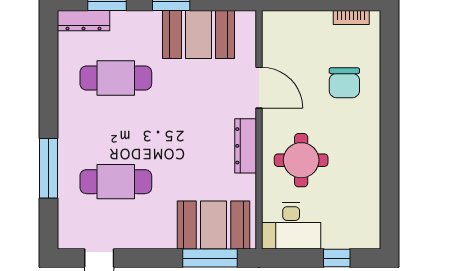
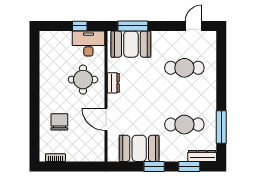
dresser: (246, 146) -> (113, 83), width x0.70
window: (49, 168) -> (221, 127), moved
window: (337, 258) -> (80, 26), moved

